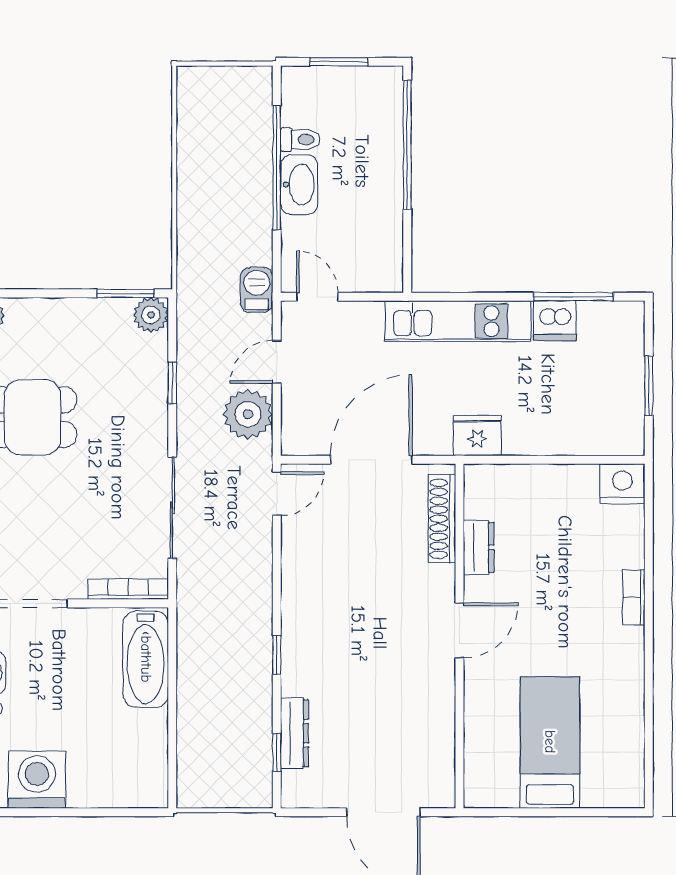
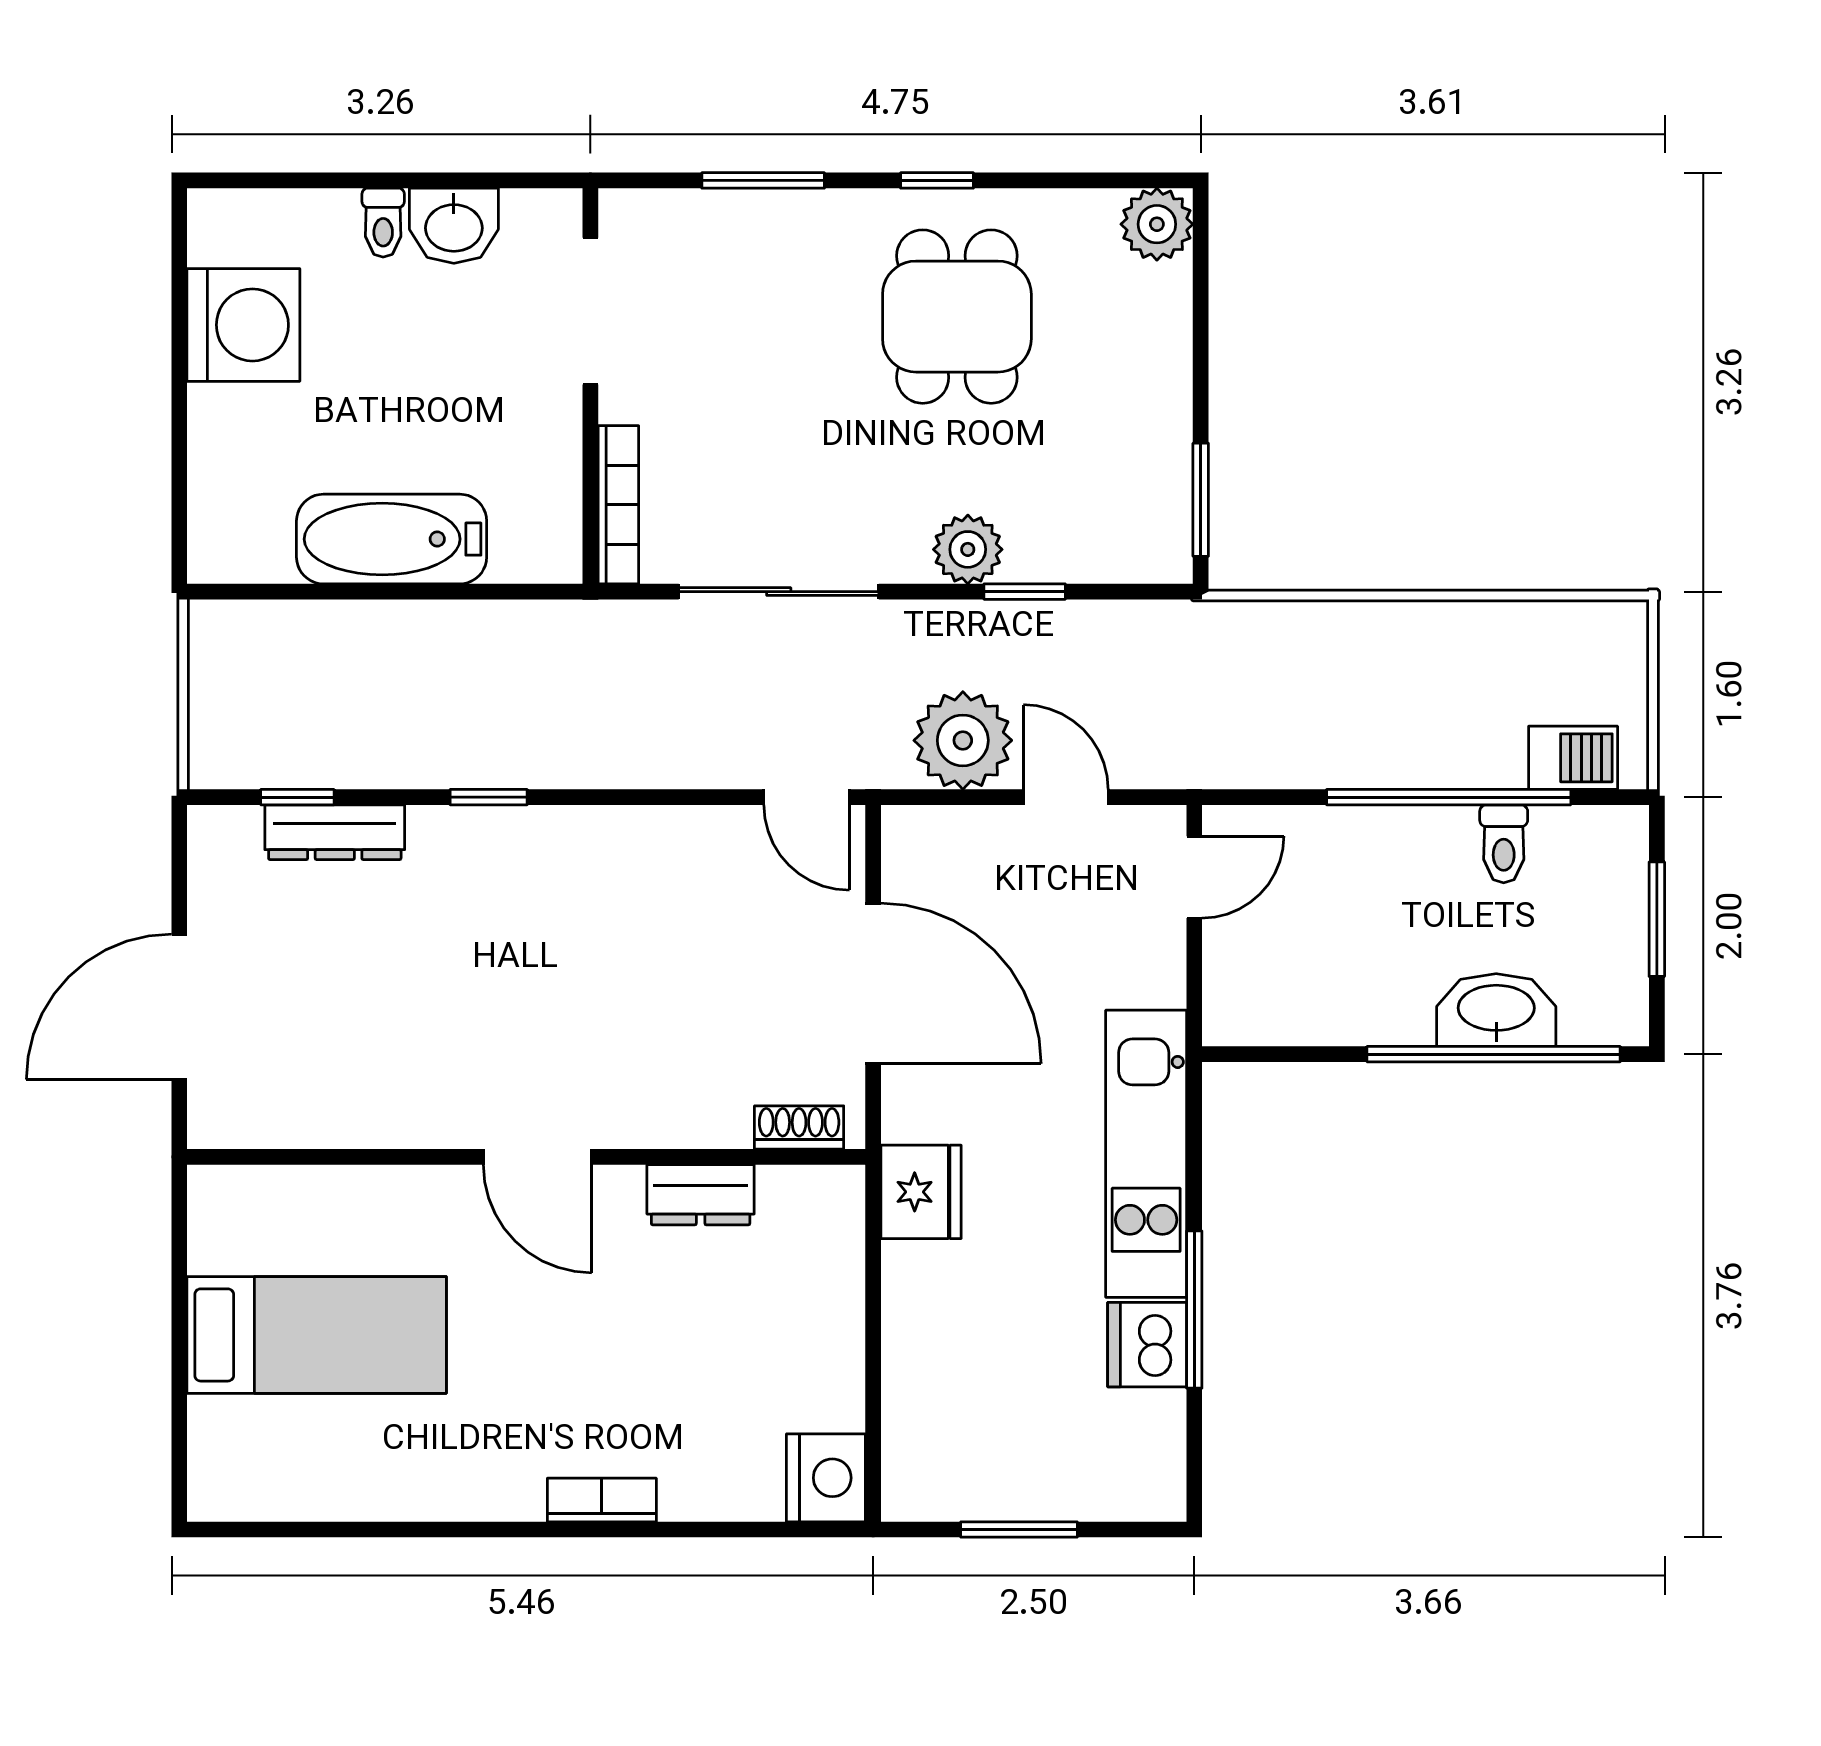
washbasin: (299, 185) -> (1496, 1010), moved, turned 180
barbecue: (257, 290) -> (1573, 758), moved
window: (573, 297) -> (1194, 1310), moved
plant: (151, 315) -> (968, 549), moved
shoe rack: (442, 519) -> (799, 1127), width x0.51, depth x0.81
bathtub: (146, 659) -> (392, 539), moved

